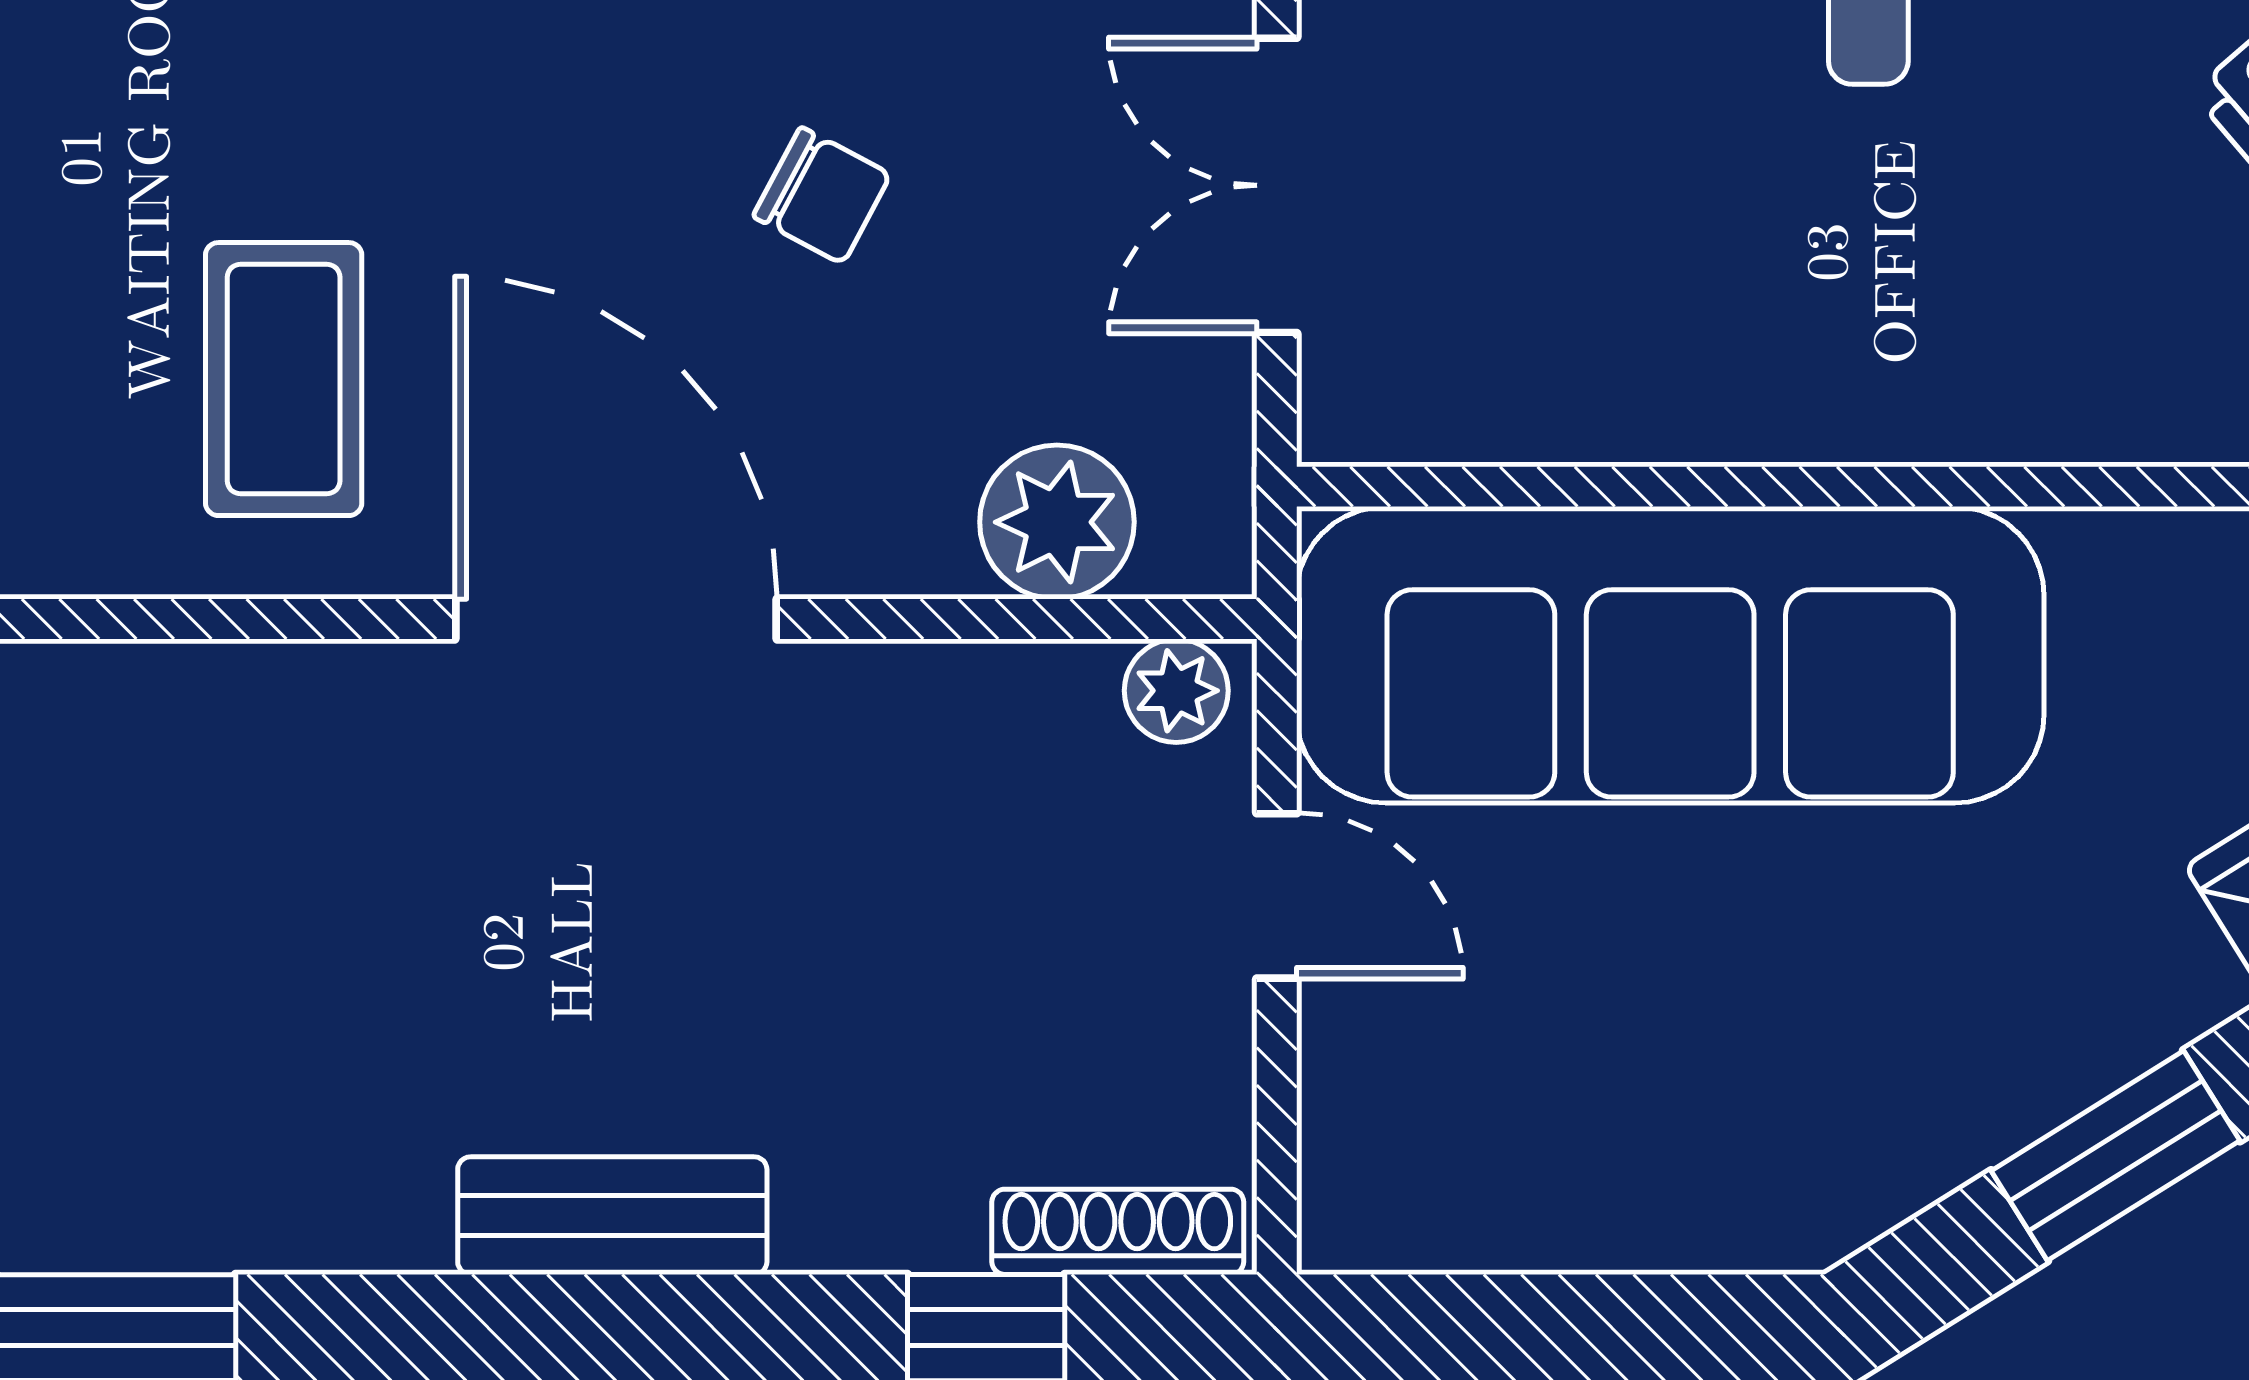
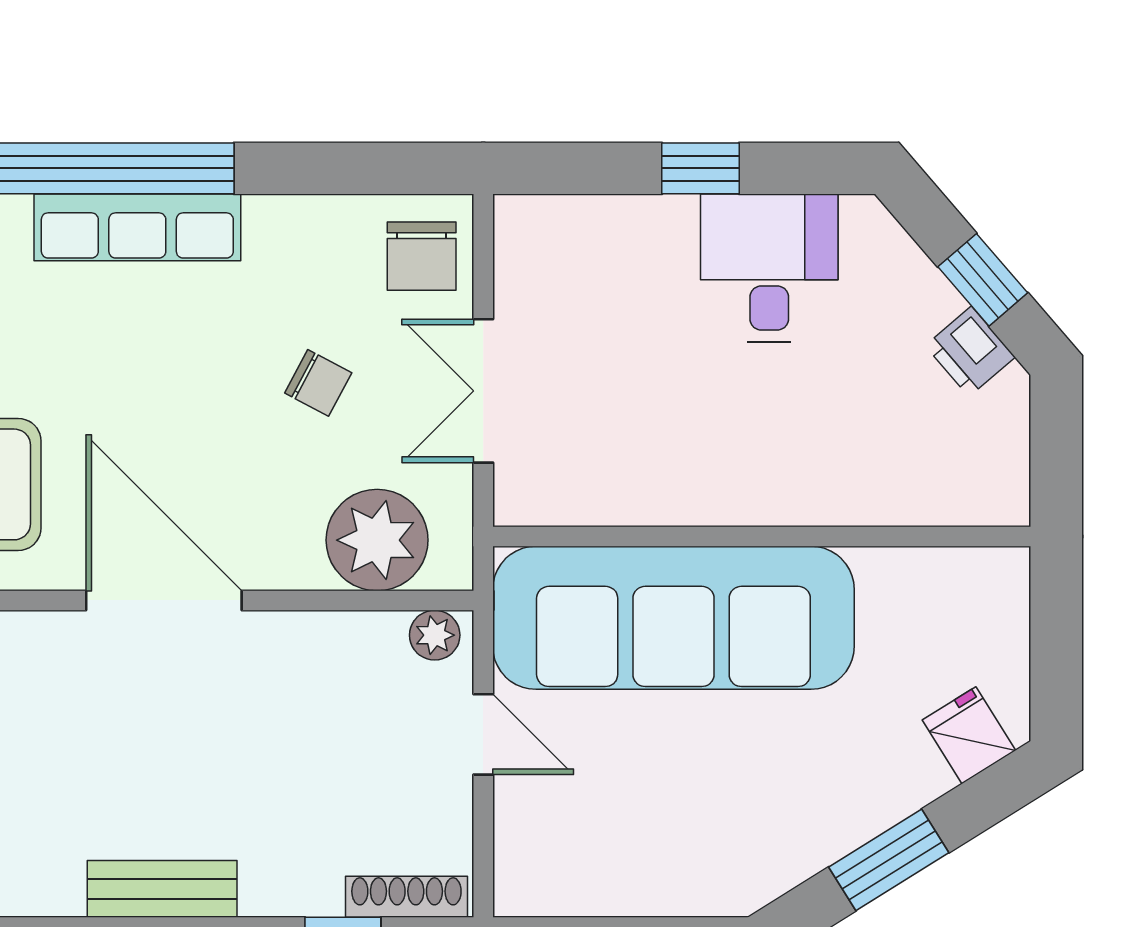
chair: (822, 195) -> (318, 383), moved
plant: (1057, 522) -> (377, 540), width x1.36, depth x1.36

